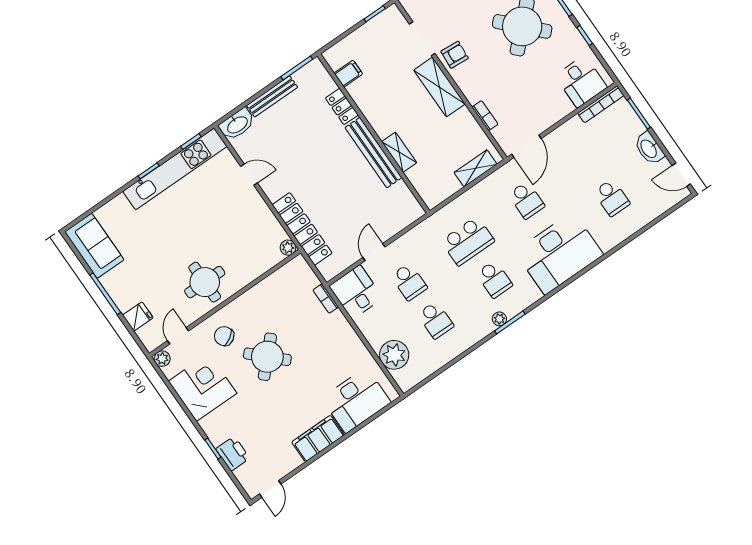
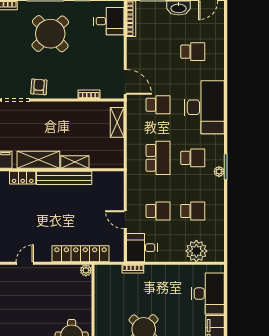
shelving: (439, 87) -> (38, 160), moved

